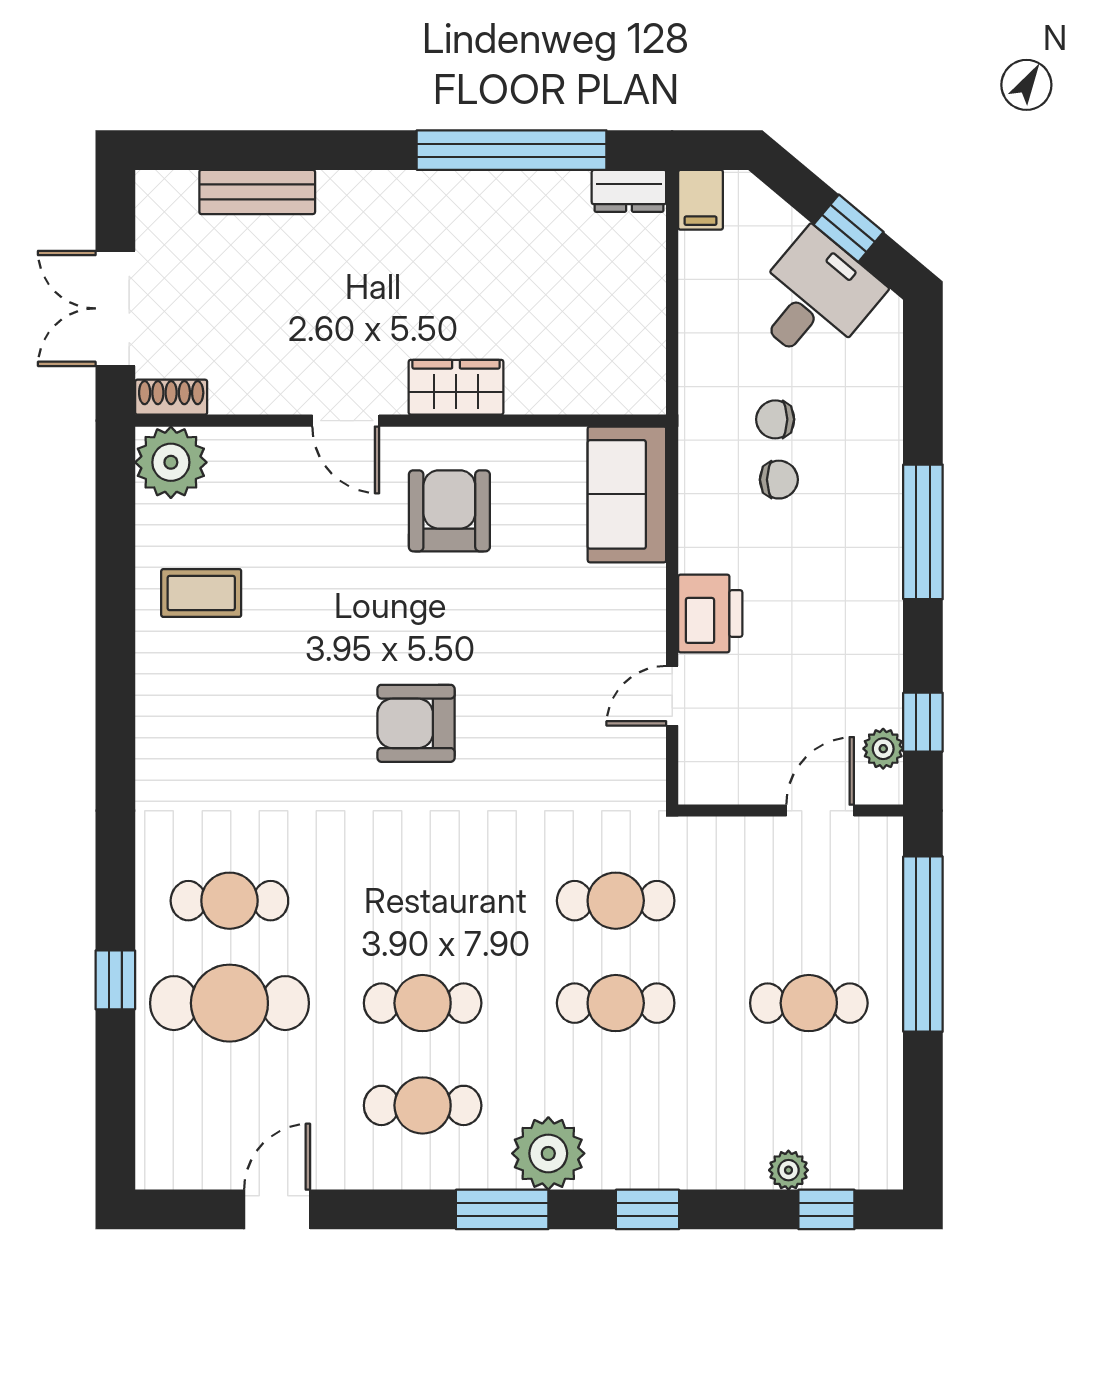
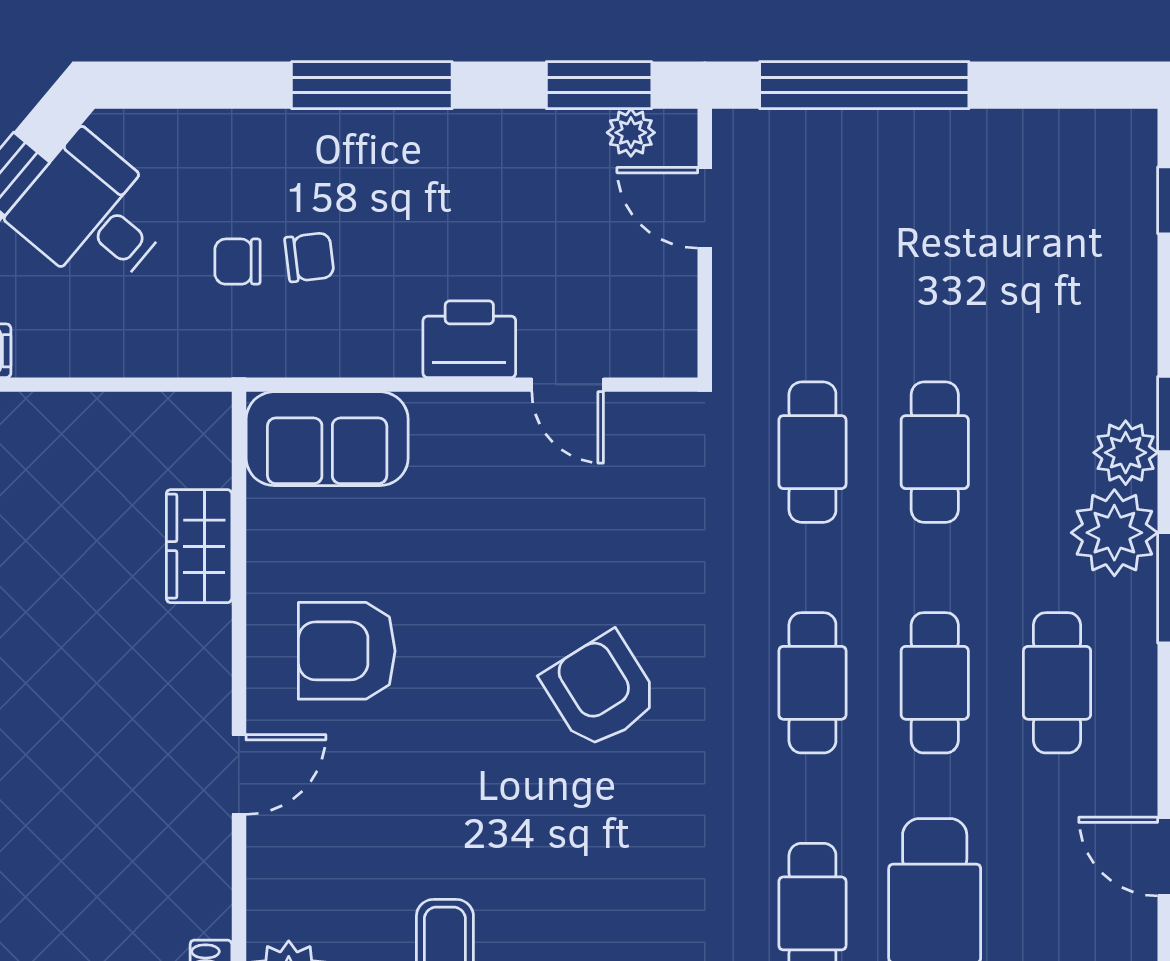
wardrobe: (456, 387) -> (199, 546), moved
chair: (775, 419) -> (238, 262), turned 90
chair: (779, 480) -> (309, 257), turned 83
window: (923, 722) -> (599, 85), width x1.50
armchair: (416, 723) -> (601, 691), turned 148
cafe table: (809, 1003) -> (812, 683), moved
plant: (788, 1170) -> (1126, 453), moved, width x1.38, depth x1.38

